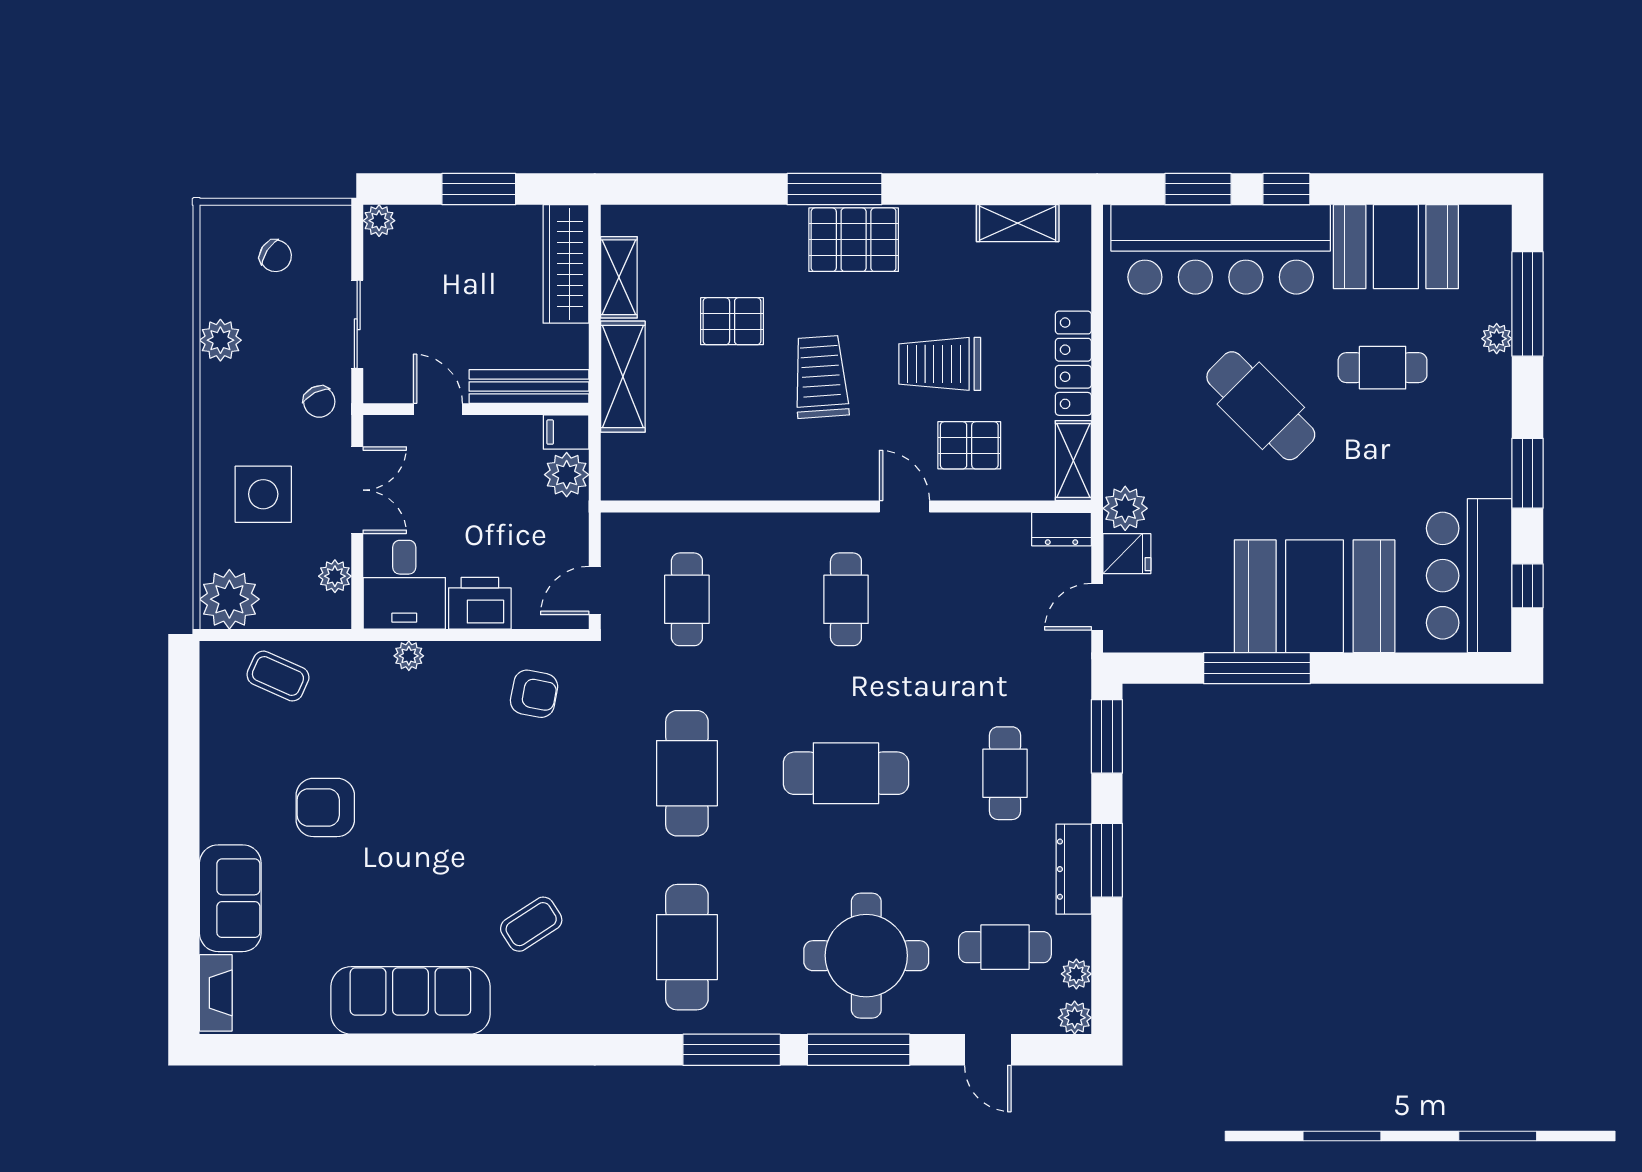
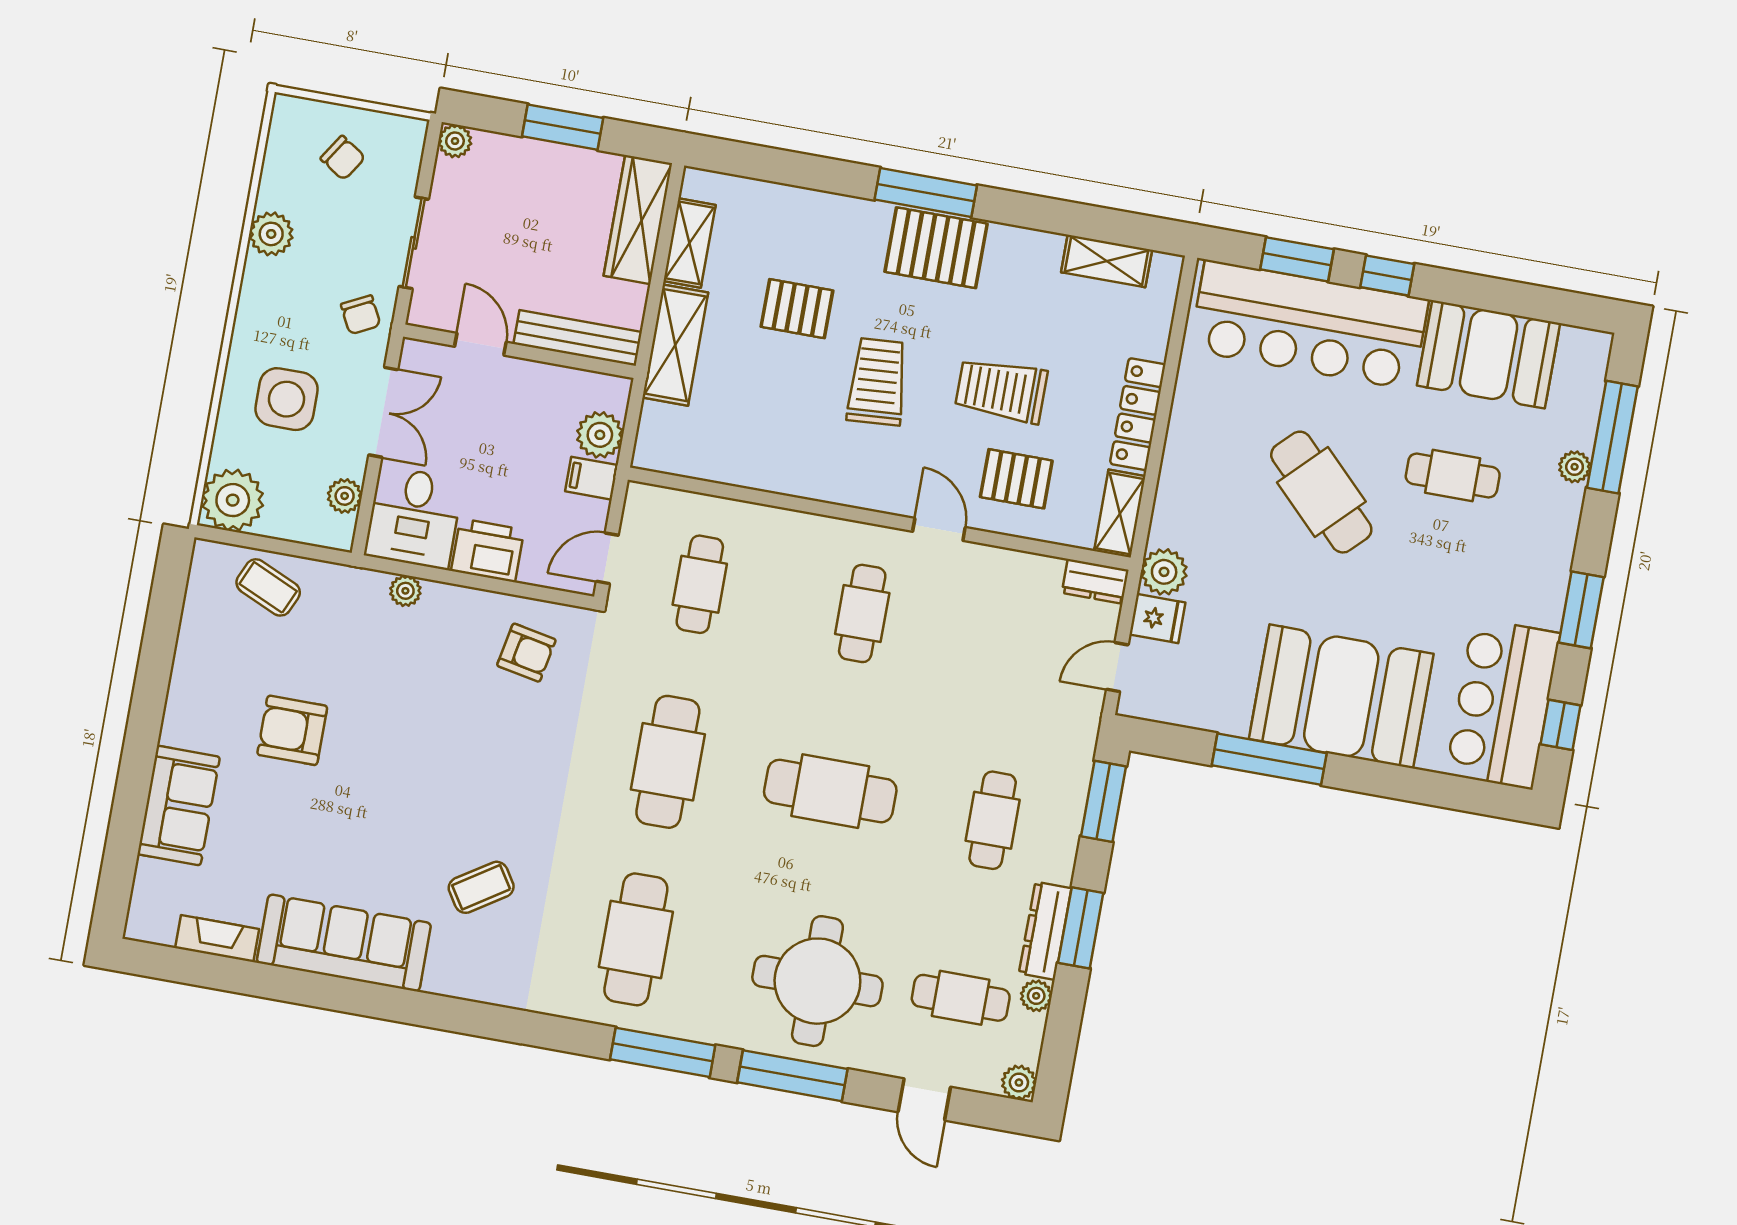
filing cabinet: (566, 432) -> (592, 478), moved
plant: (1076, 974) -> (1036, 996), moved
fireplace: (216, 993) -> (217, 939), moved, turned -90

